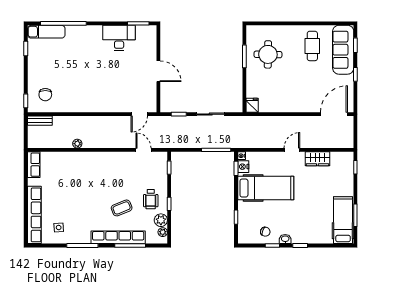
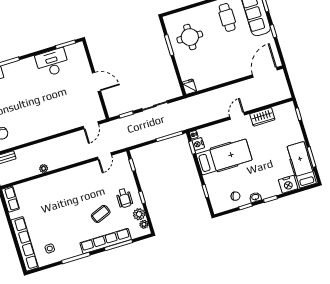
door: (144, 150) -> (105, 156), swing flipped
nightstand: (323, 236) -> (288, 184), added

